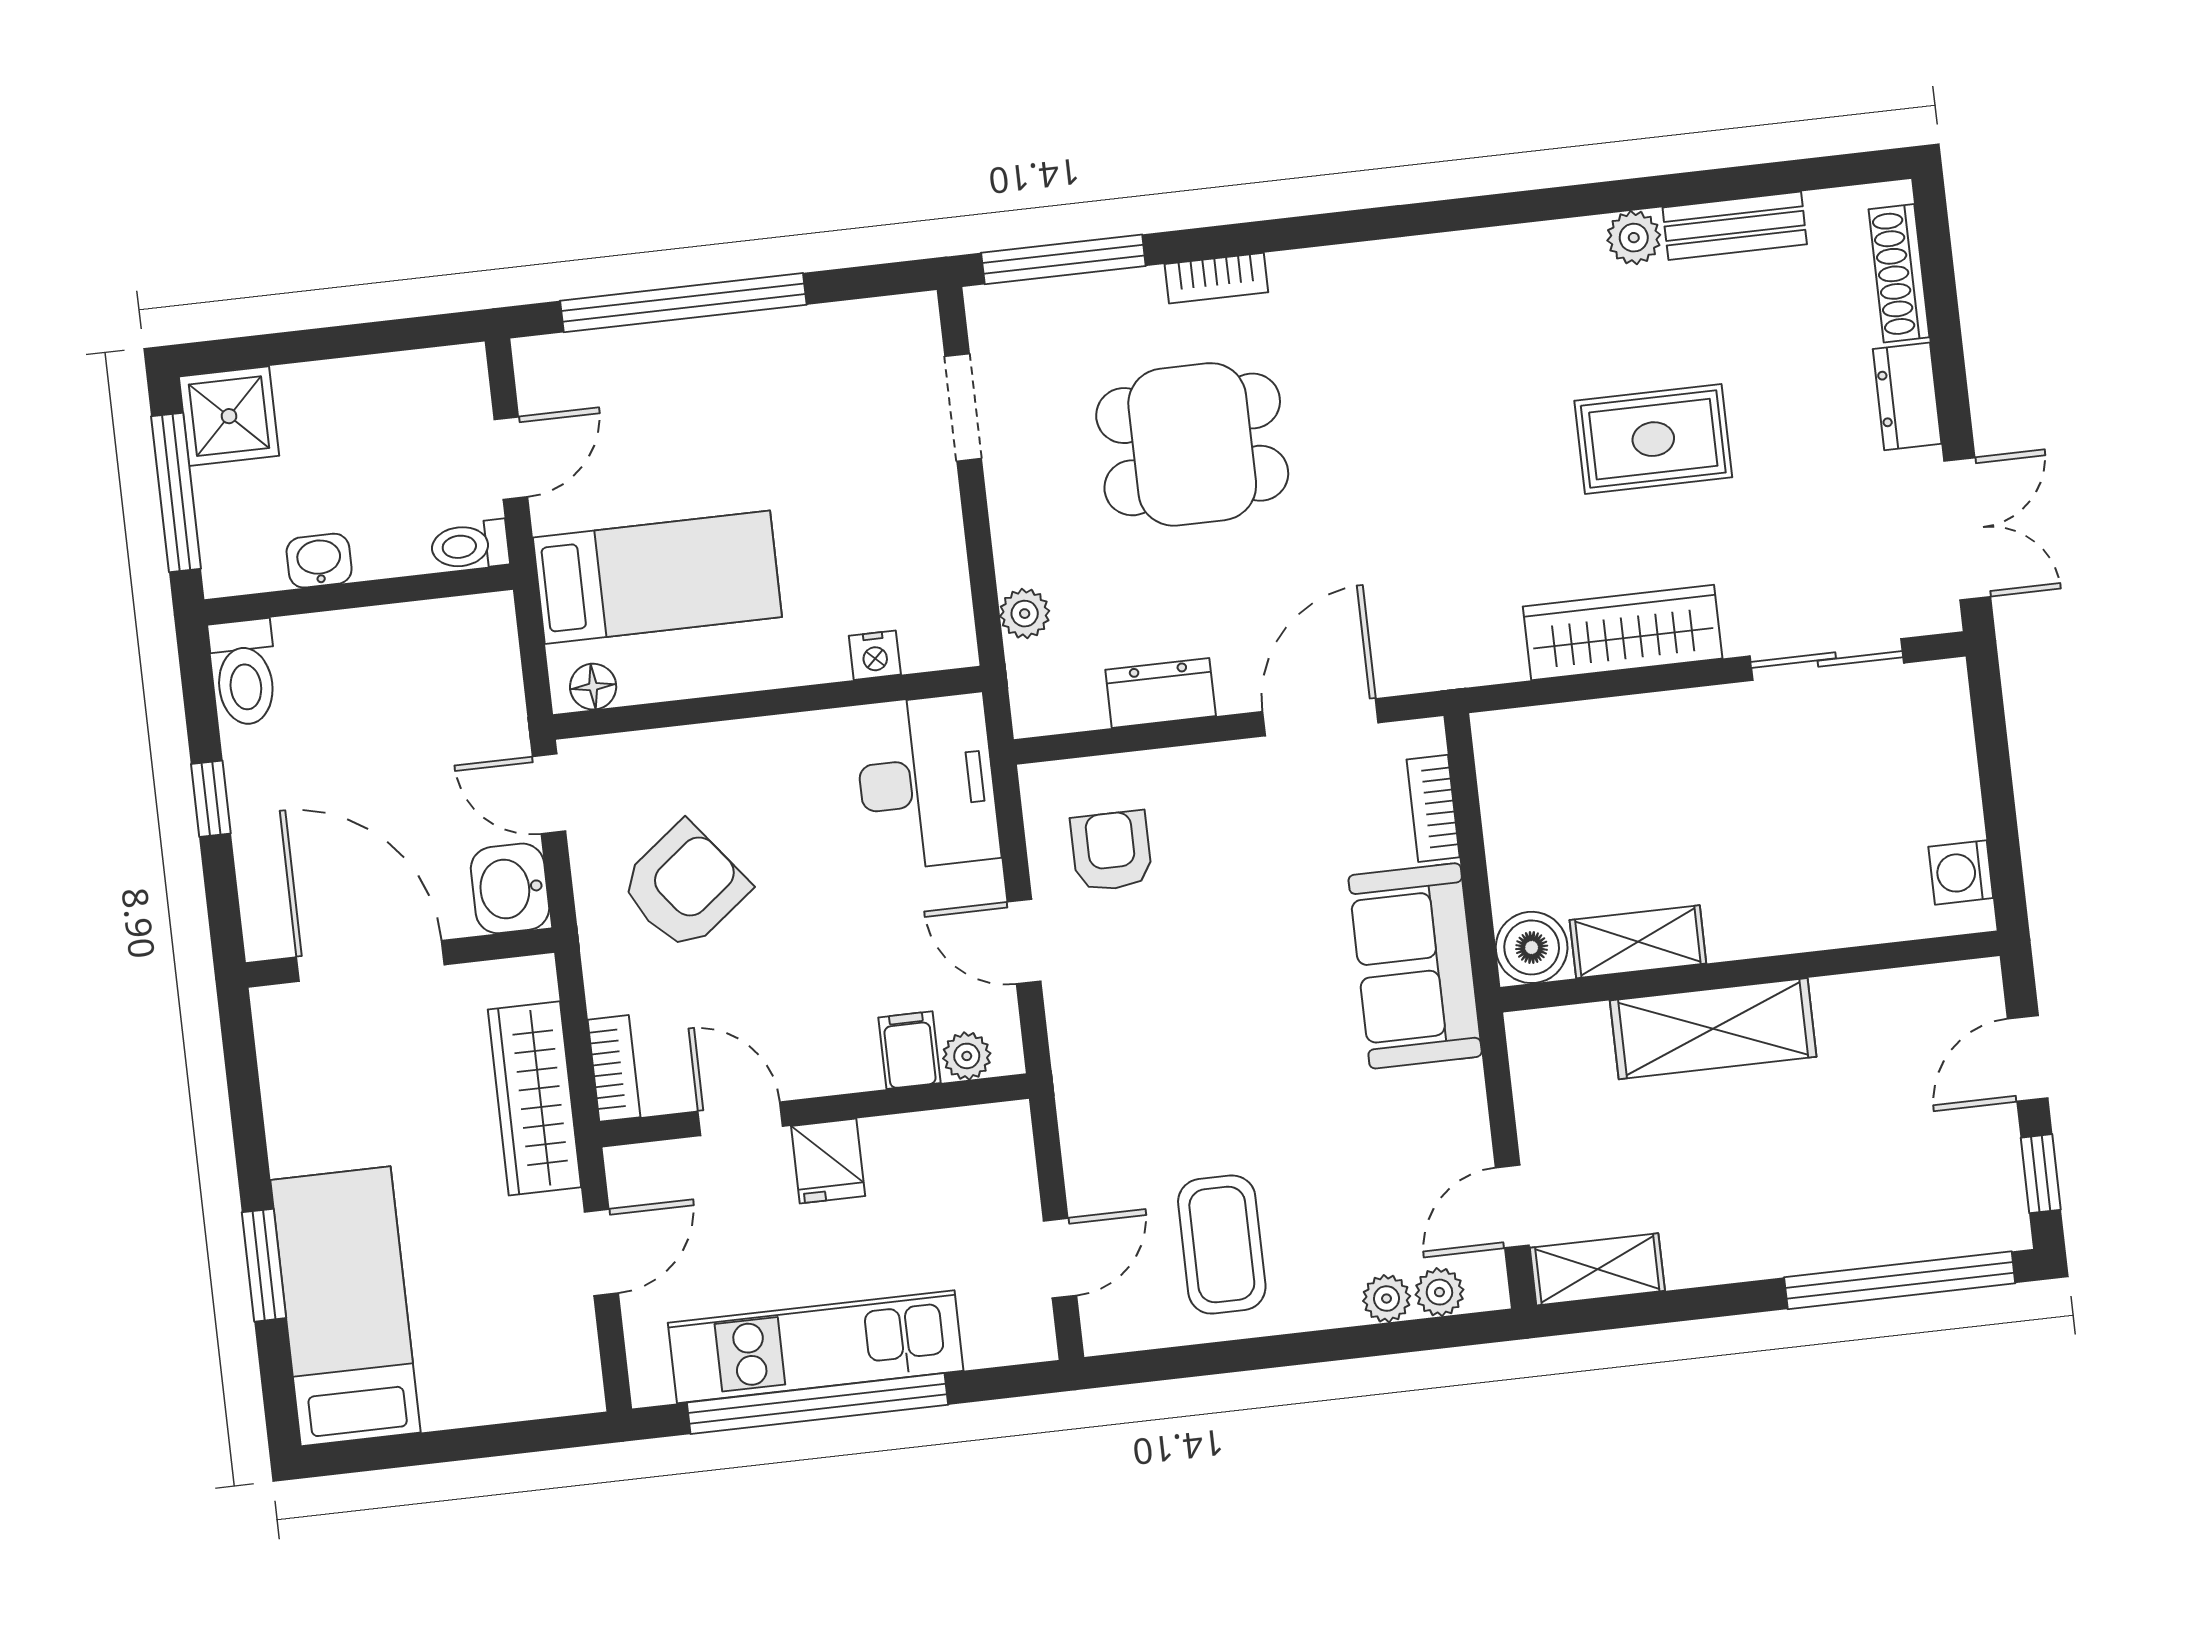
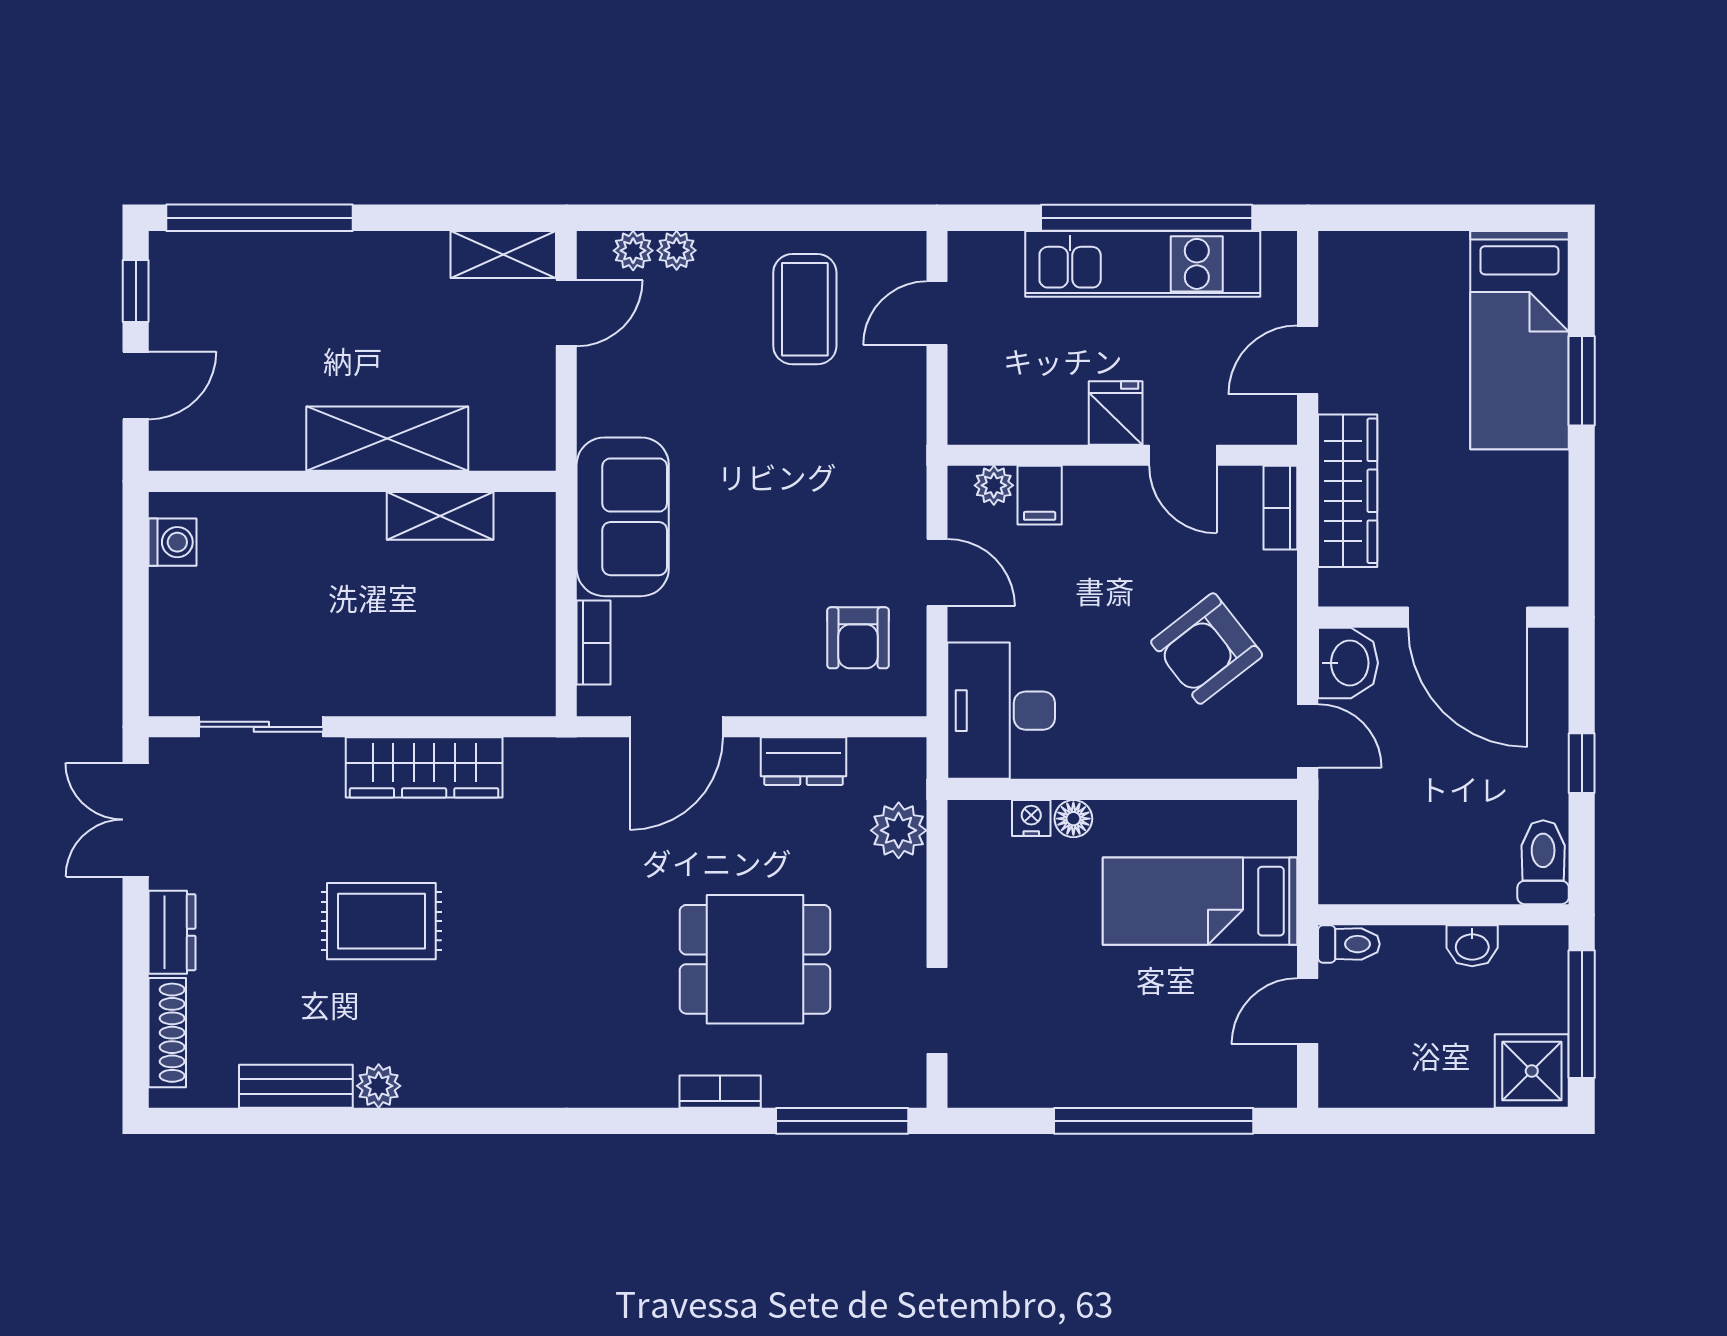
plant: (1025, 614) -> (899, 830), width x1.38, depth x1.38
floor lamp: (593, 687) -> (1073, 819), moved
boiler: (1532, 947) -> (527, 521), removed

